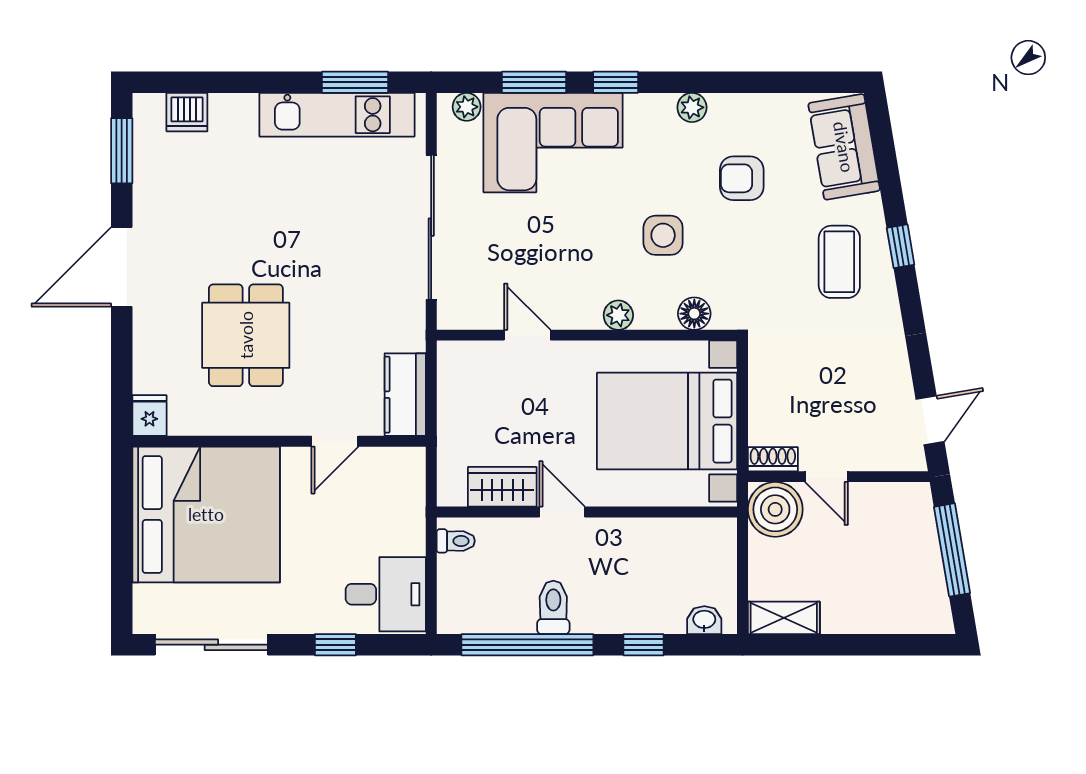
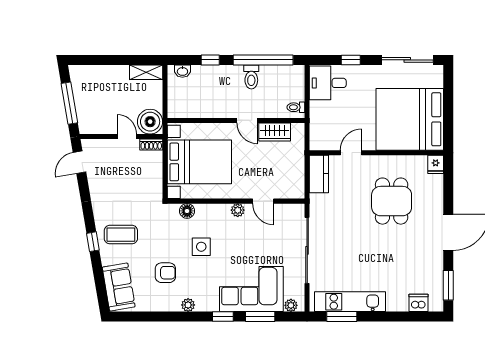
coffee table: (839, 262) -> (121, 235), turned 90
plant: (618, 315) -> (238, 210), moved

